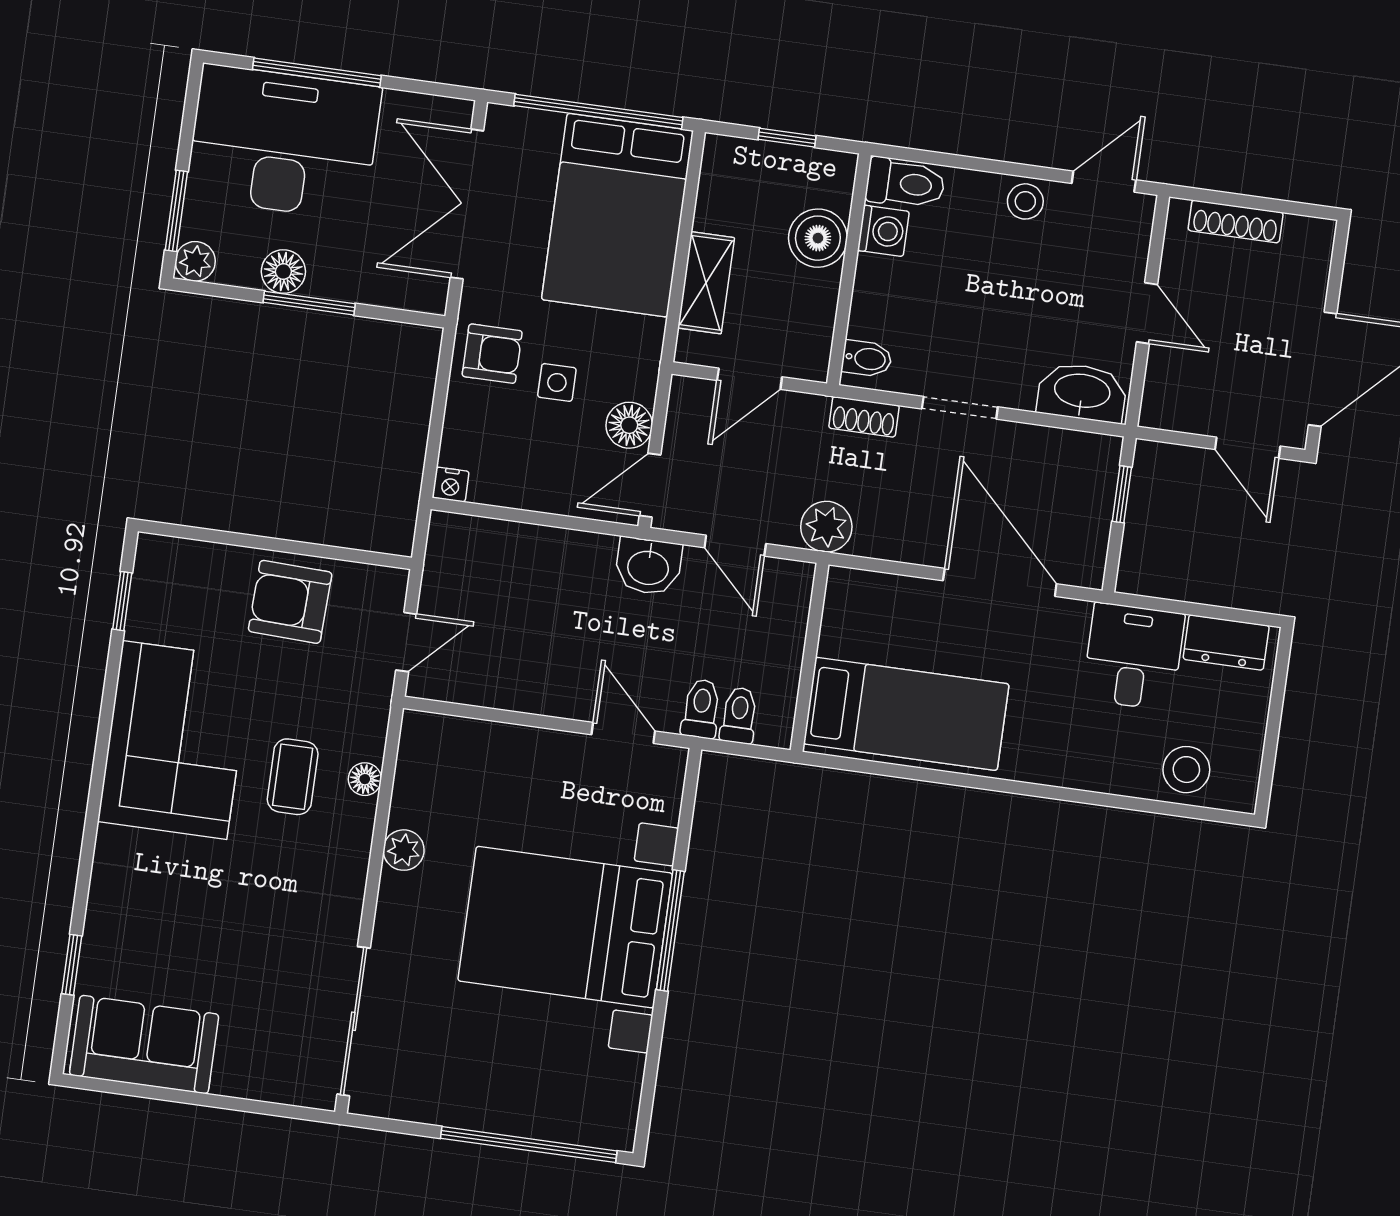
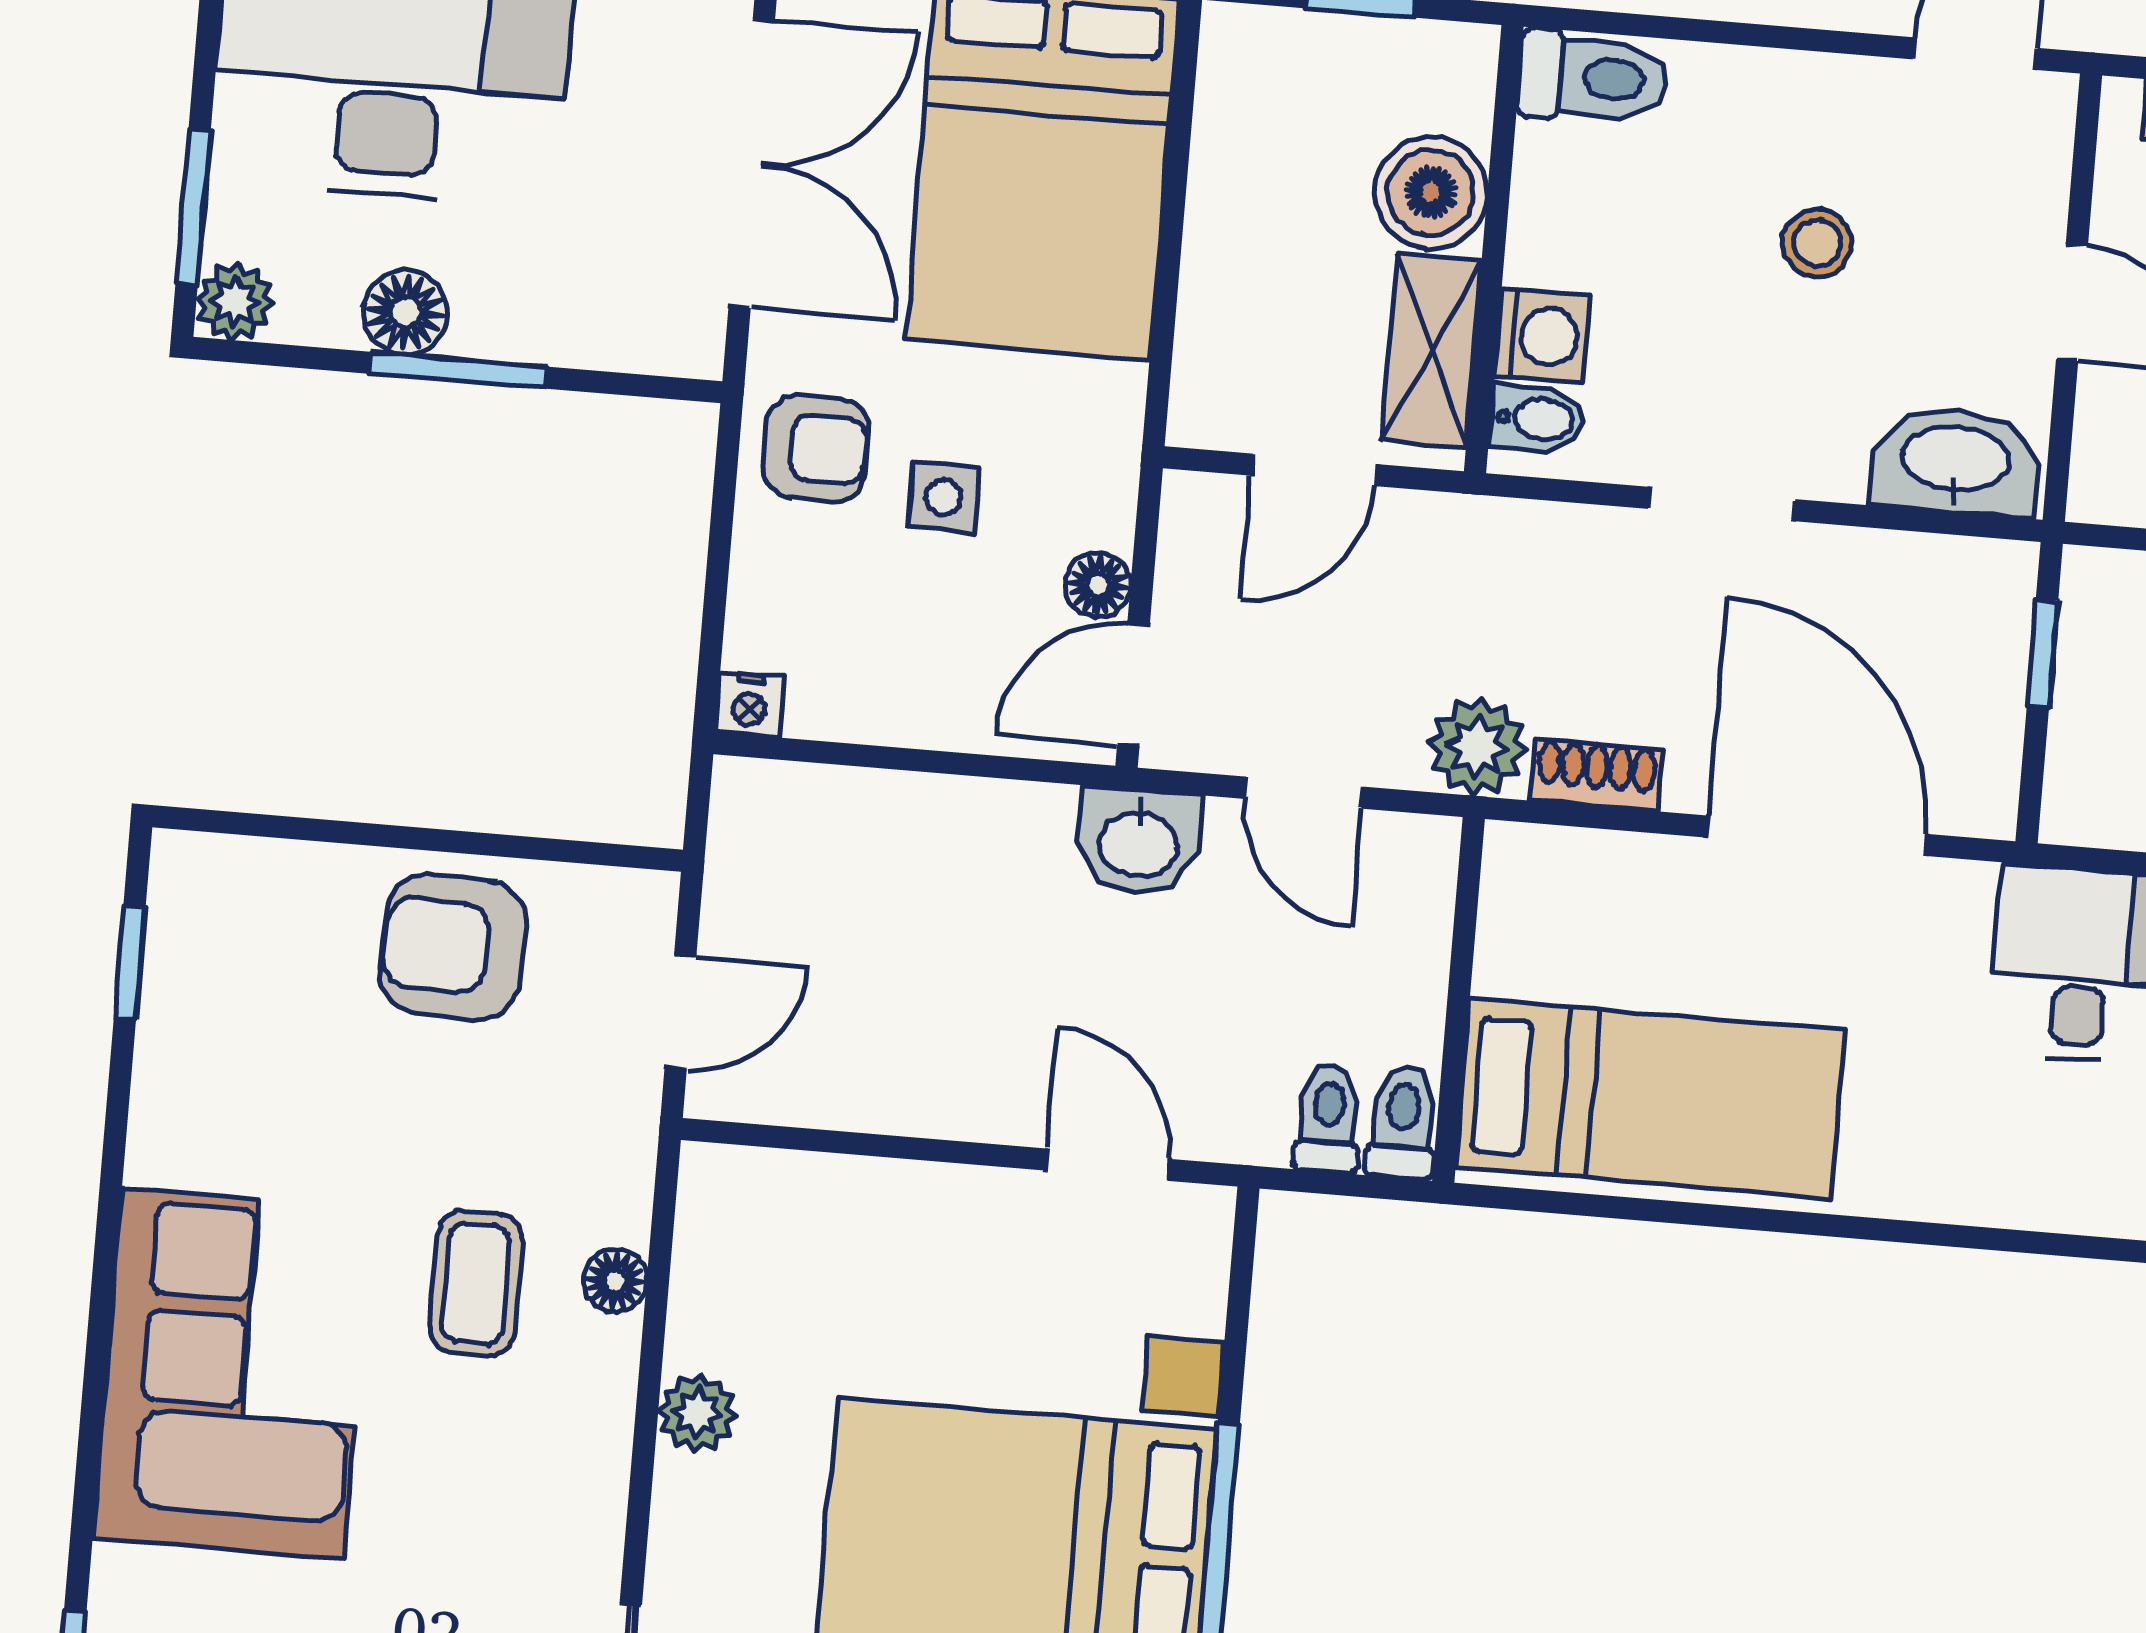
stool: (1025, 201) -> (1817, 243), moved
double door: (467, 204) -> (752, 163), swing flipped
washing machine: (883, 231) -> (1542, 336), moved
shelving: (706, 283) -> (1432, 351), moved
shoe rack: (864, 417) -> (1596, 775), moved, turned 180
floor lamp: (629, 425) -> (1098, 585), width x0.73, depth x0.73
toilet: (701, 709) -> (1403, 1122), moved
corner sofa: (175, 740) -> (233, 1373), moved

